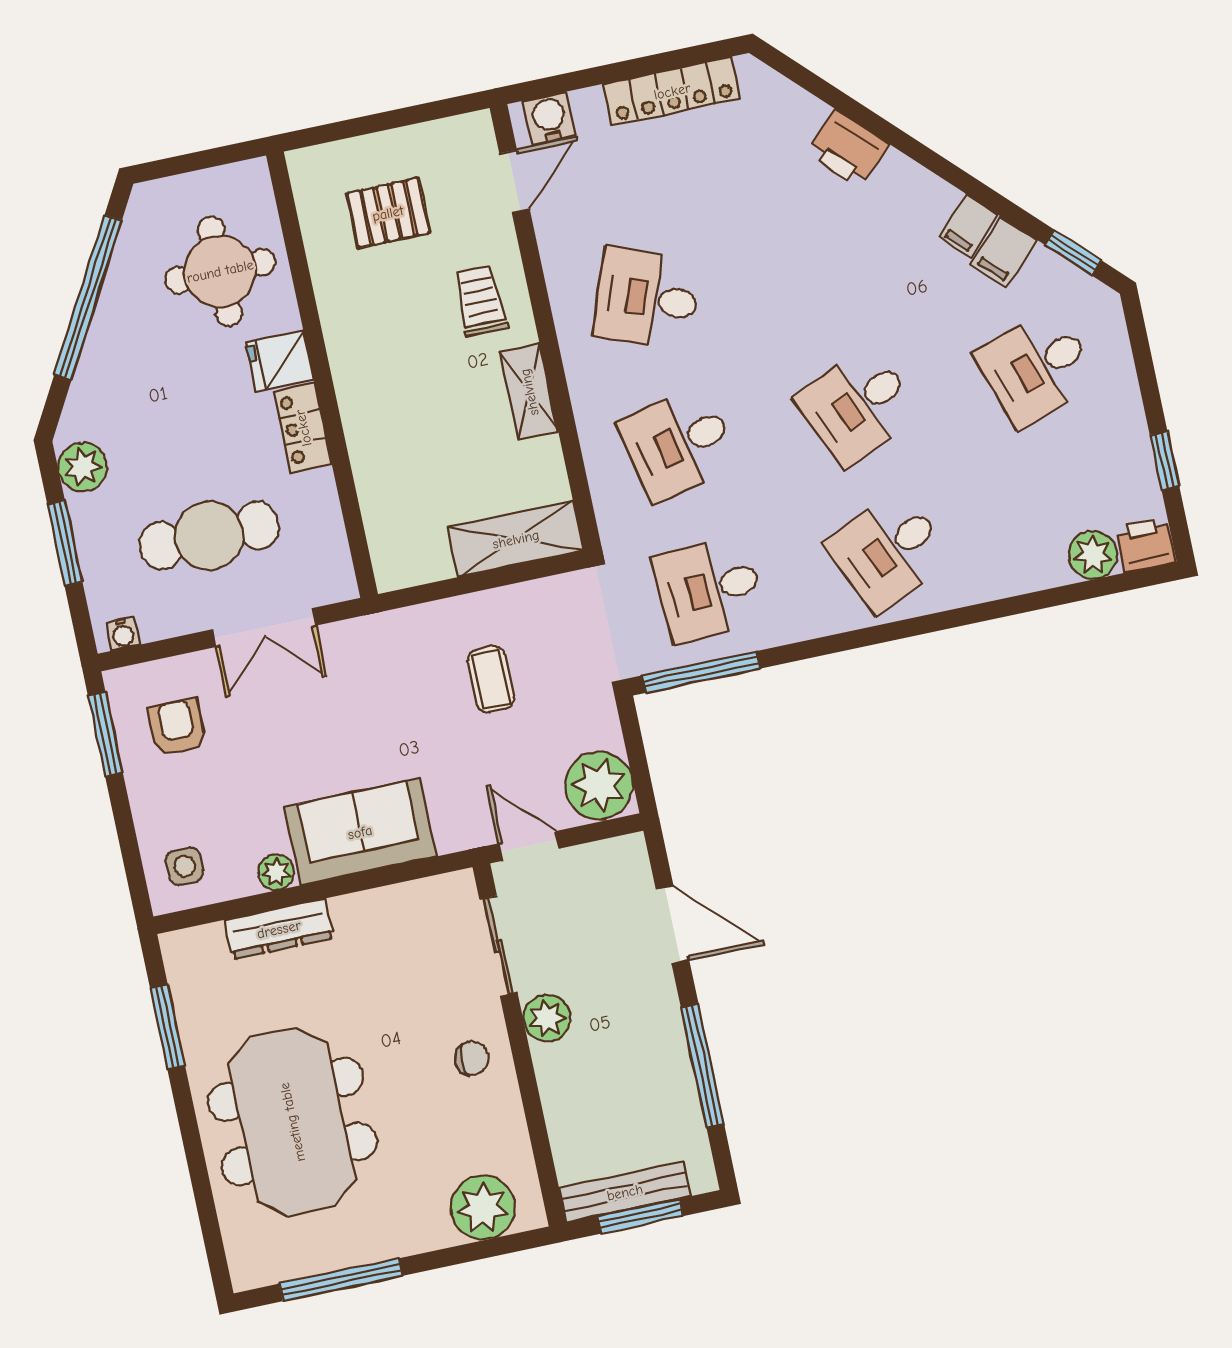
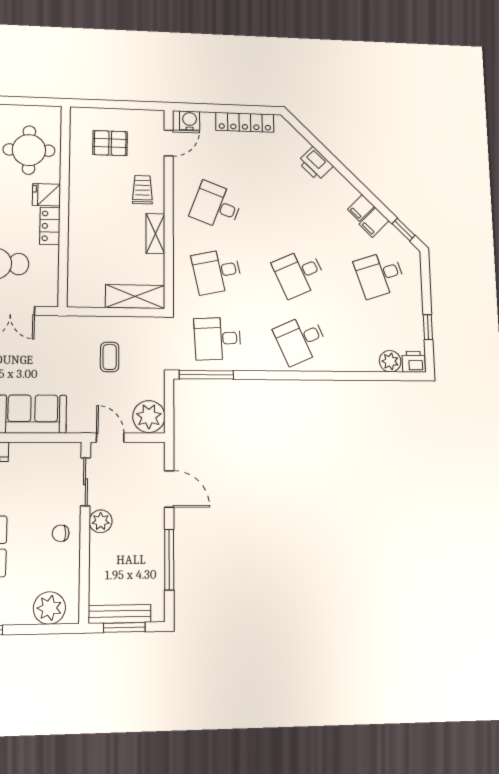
chair: (472, 1058) -> (61, 533), turned 180

